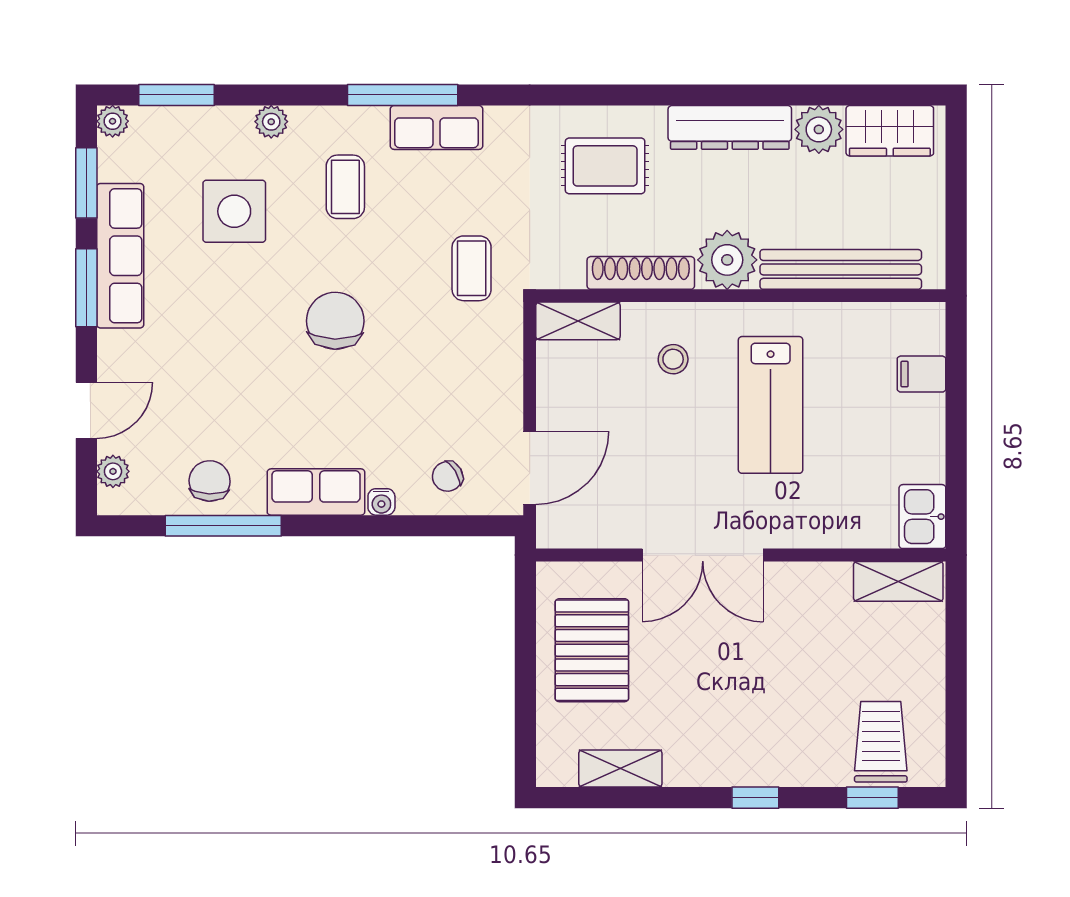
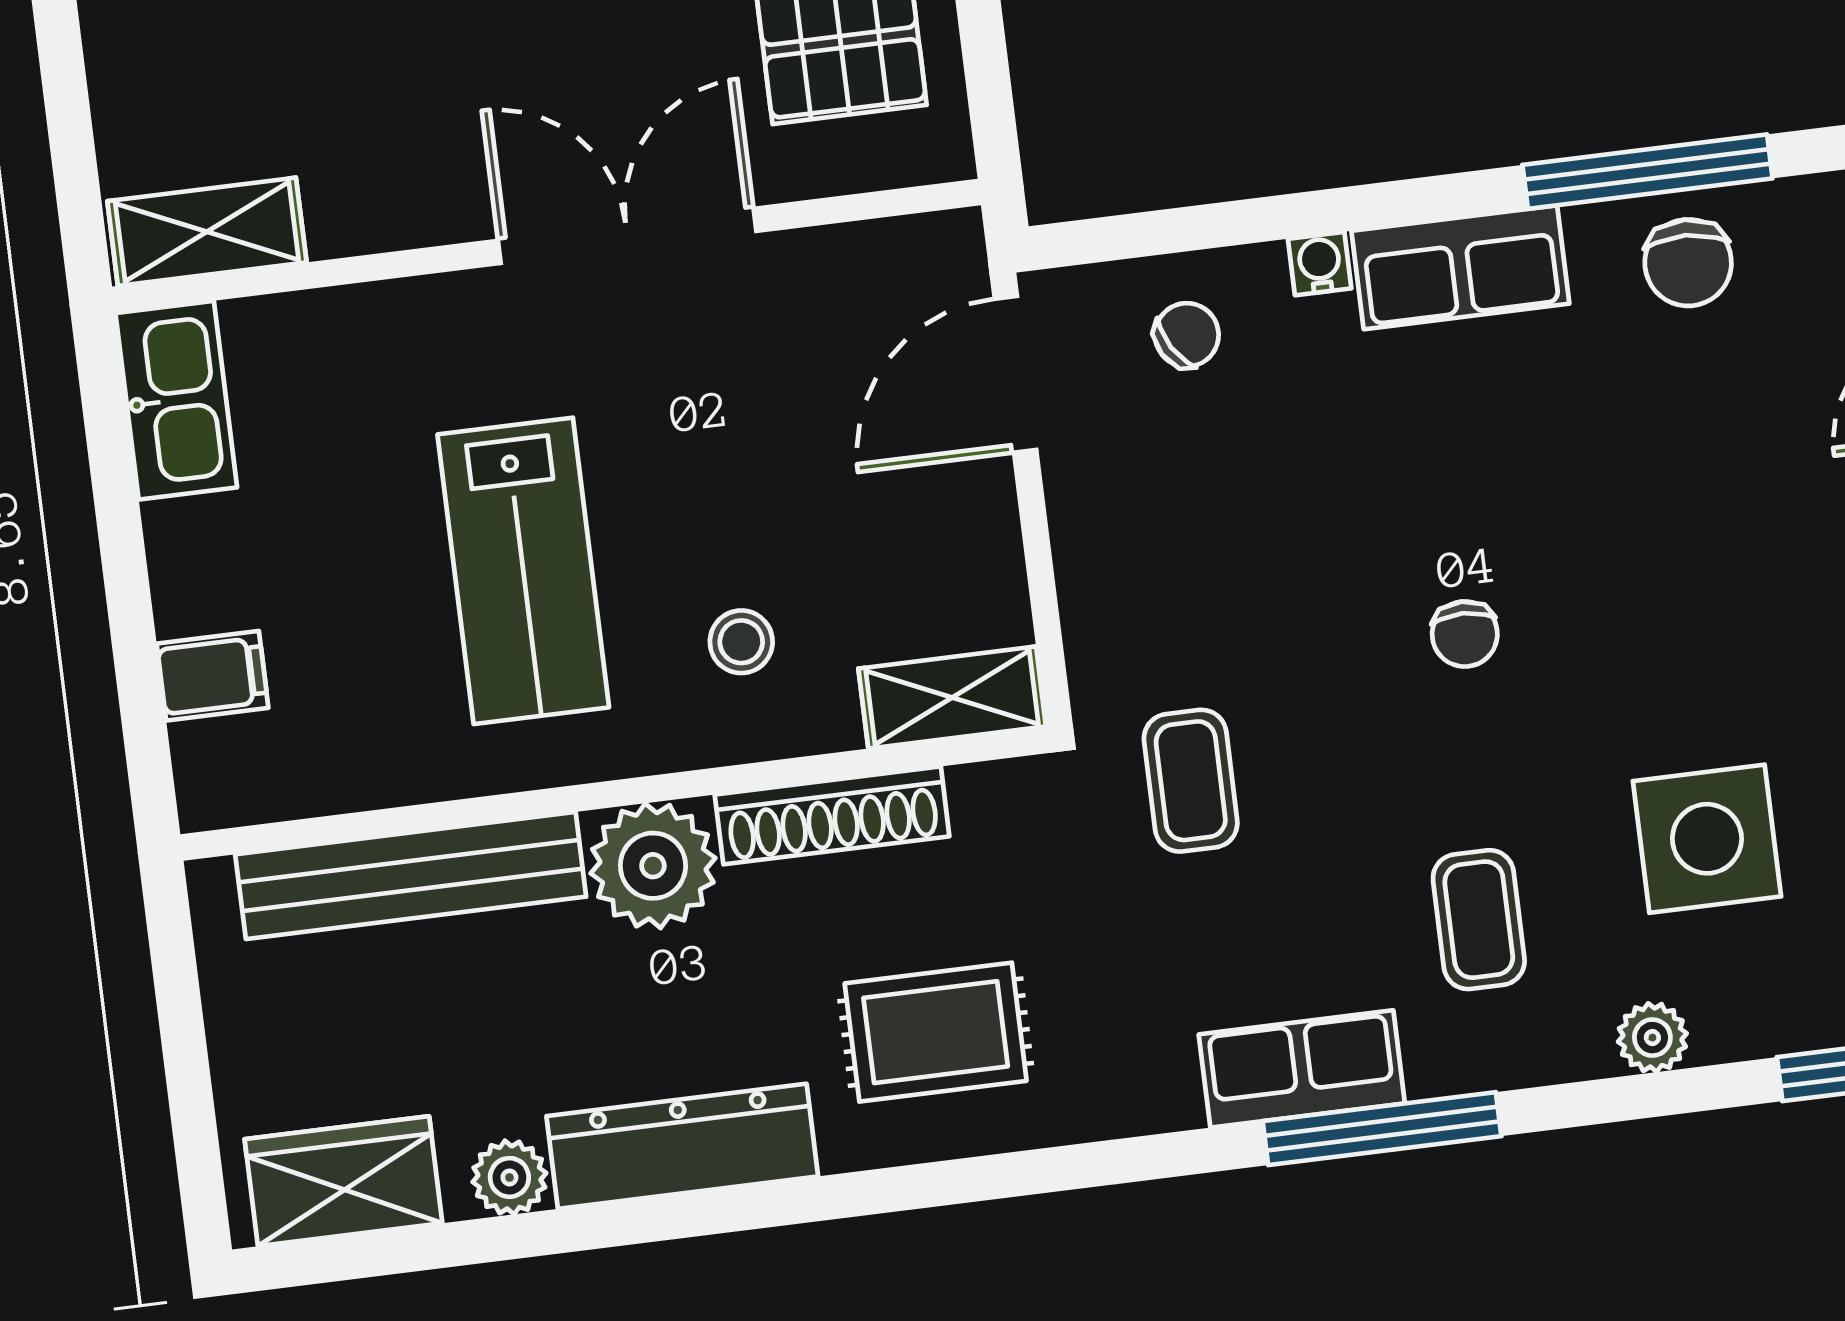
plant: (819, 129) -> (509, 1177), width x0.73, depth x0.73
chair: (335, 321) -> (1465, 634), width x0.54, depth x0.54
lab bench: (771, 405) -> (523, 571), turned 180
kitchen sink: (922, 517) -> (176, 400), width x1.38

